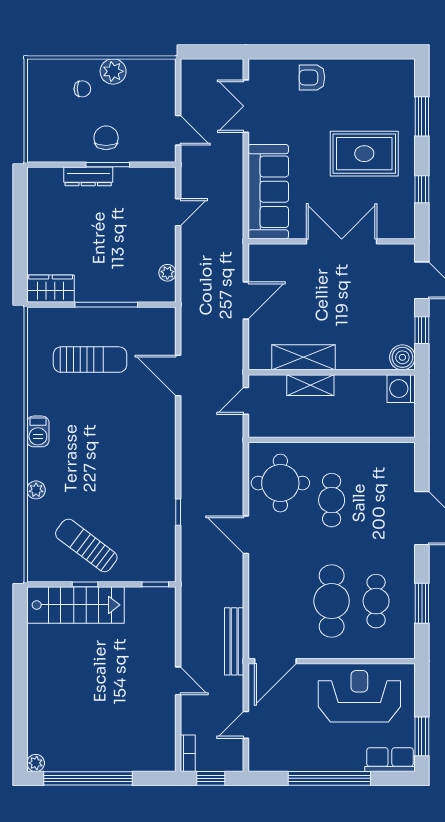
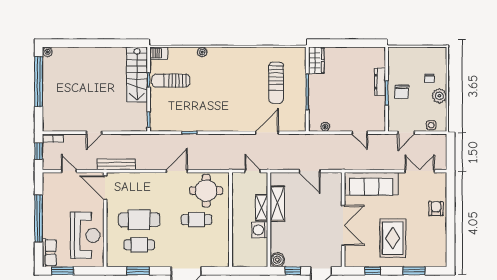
side table: (165, 86) -> (431, 125), added
chair: (106, 138) -> (402, 92), turned 90
washing machine: (401, 389) -> (260, 230), moved, turned -90
barbecue: (38, 431) -> (159, 53), moved
sun lounger: (86, 545) -> (171, 81), turned -127

